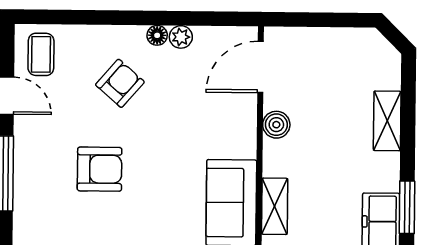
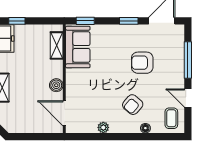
floor lamp: (157, 35) -> (145, 128), moved
door: (260, 67) -> (64, 113), swing flipped

